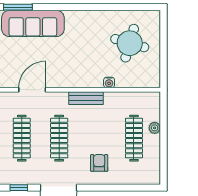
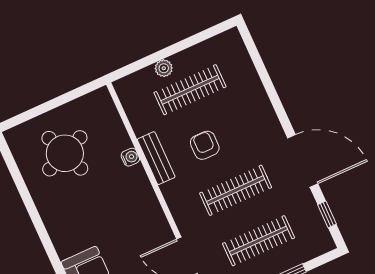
round table: (130, 43) -> (65, 153), turned -38
bench: (86, 98) -> (156, 158), moved
armchair: (99, 163) -> (205, 145), moved, turned 90

